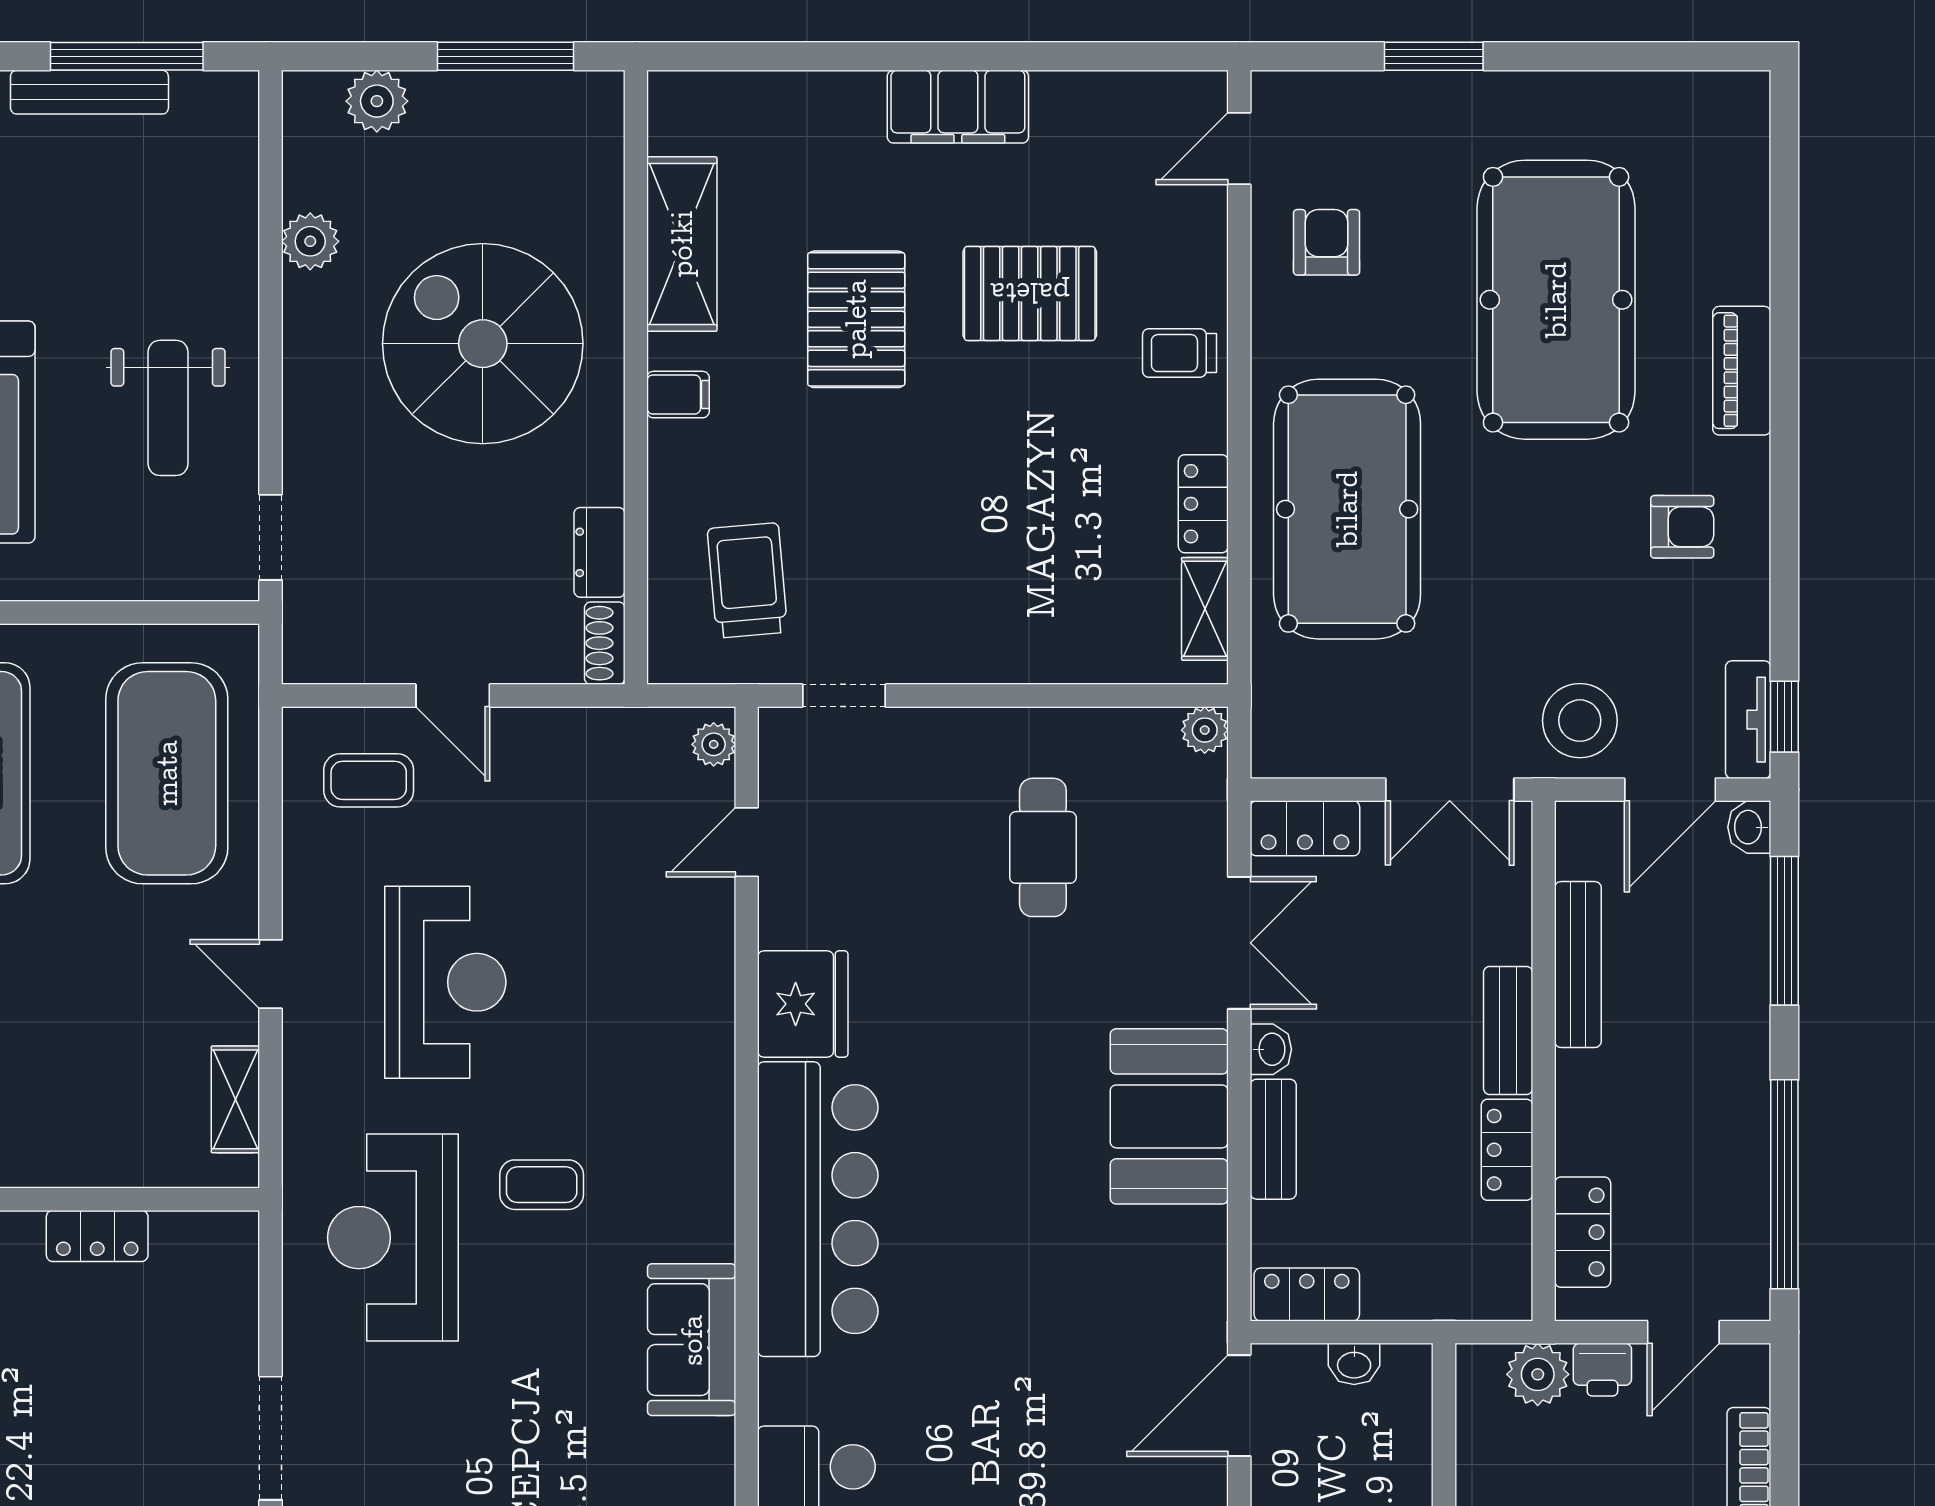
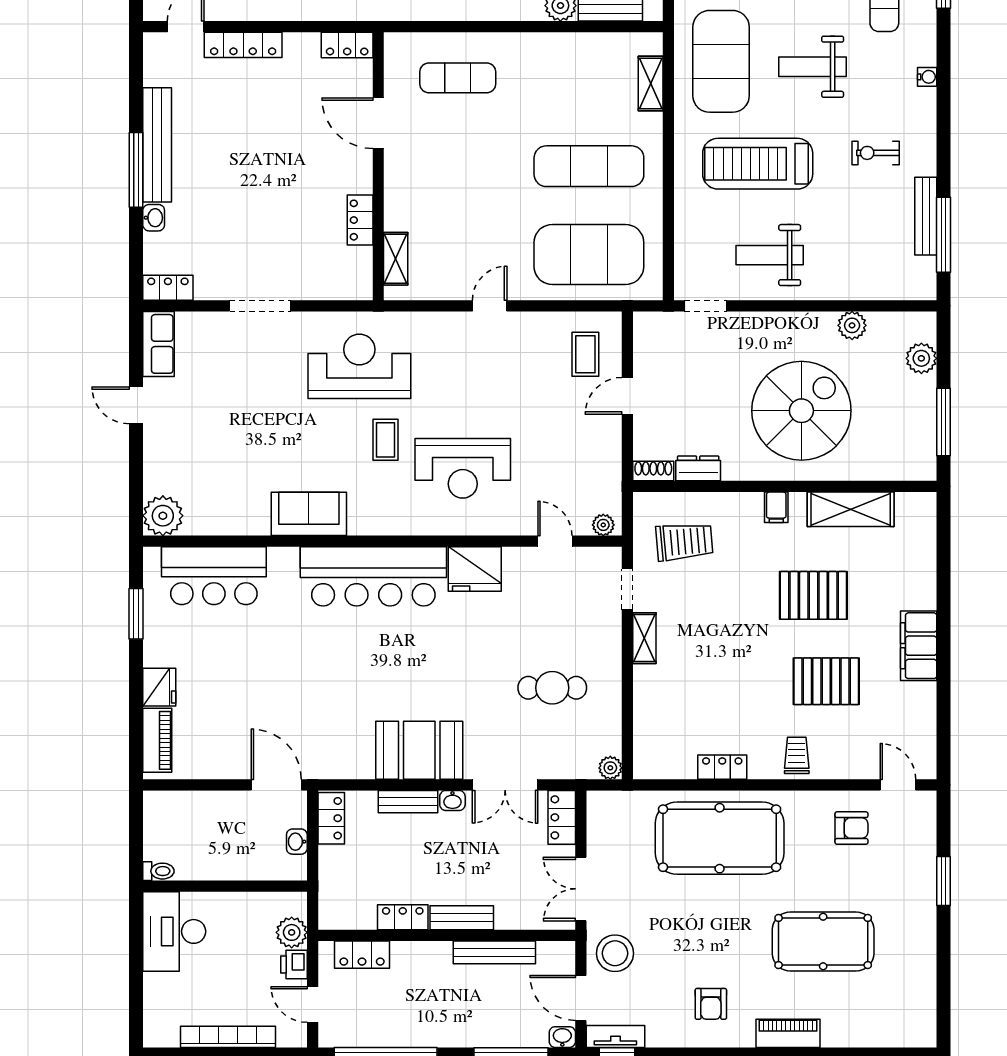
pallet: (1030, 293) -> (826, 681), turned 90
pool table: (1556, 300) -> (823, 942), width x0.73, depth x0.76
shelving: (1205, 609) -> (644, 638), moved, turned 90
reception desk: (445, 982) -> (463, 468), moved
shelving: (235, 1099) -> (396, 259), moved, turned 90

